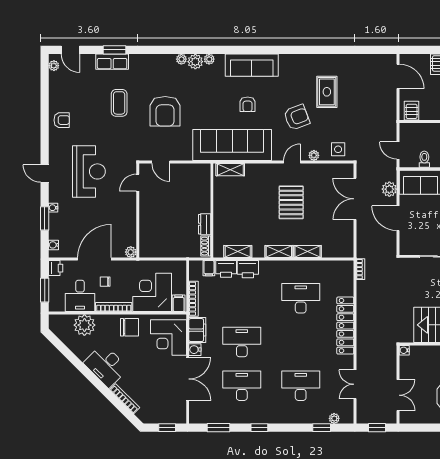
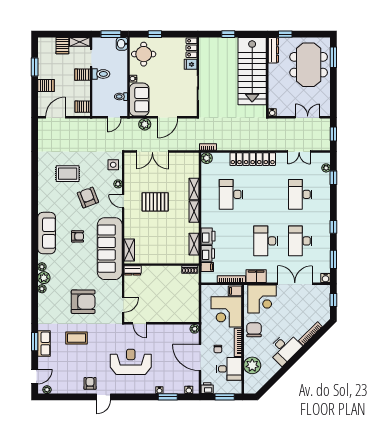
door: (45, 174) -> (104, 397), moved
dresser: (205, 224) -> (133, 270), moved
plant: (347, 267) -> (207, 158), added
water cooler: (195, 350) -> (326, 278), moved

